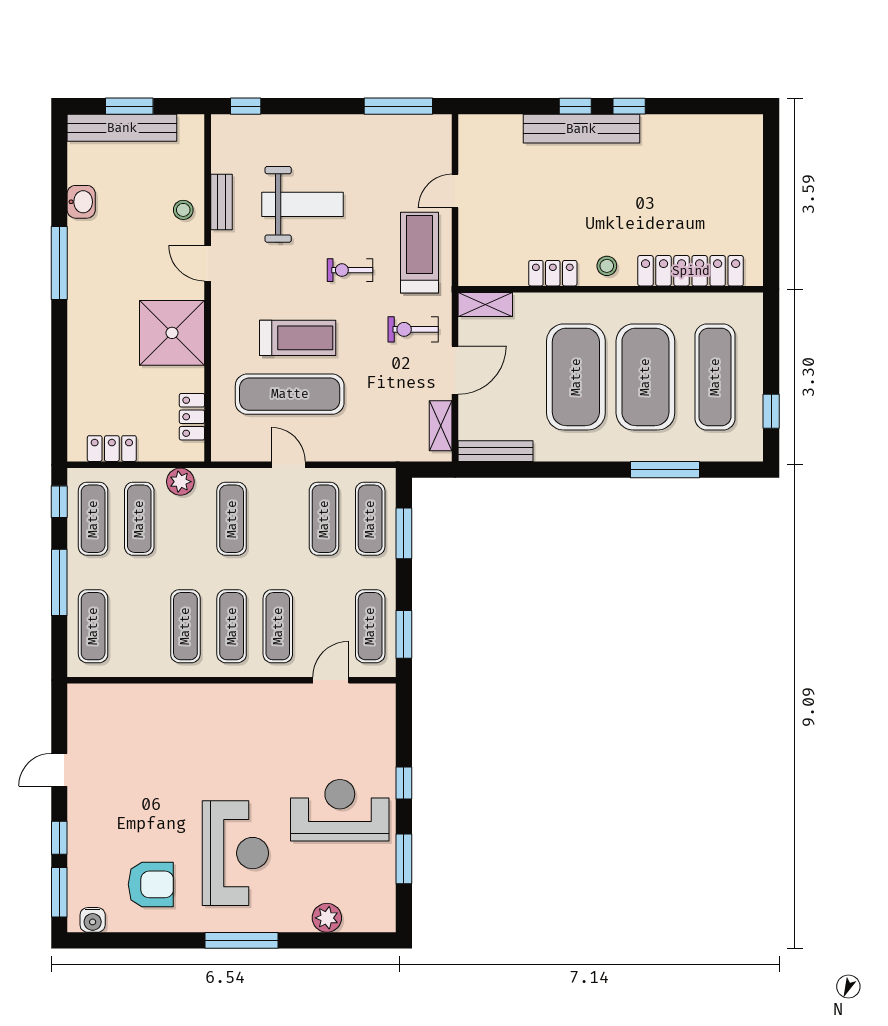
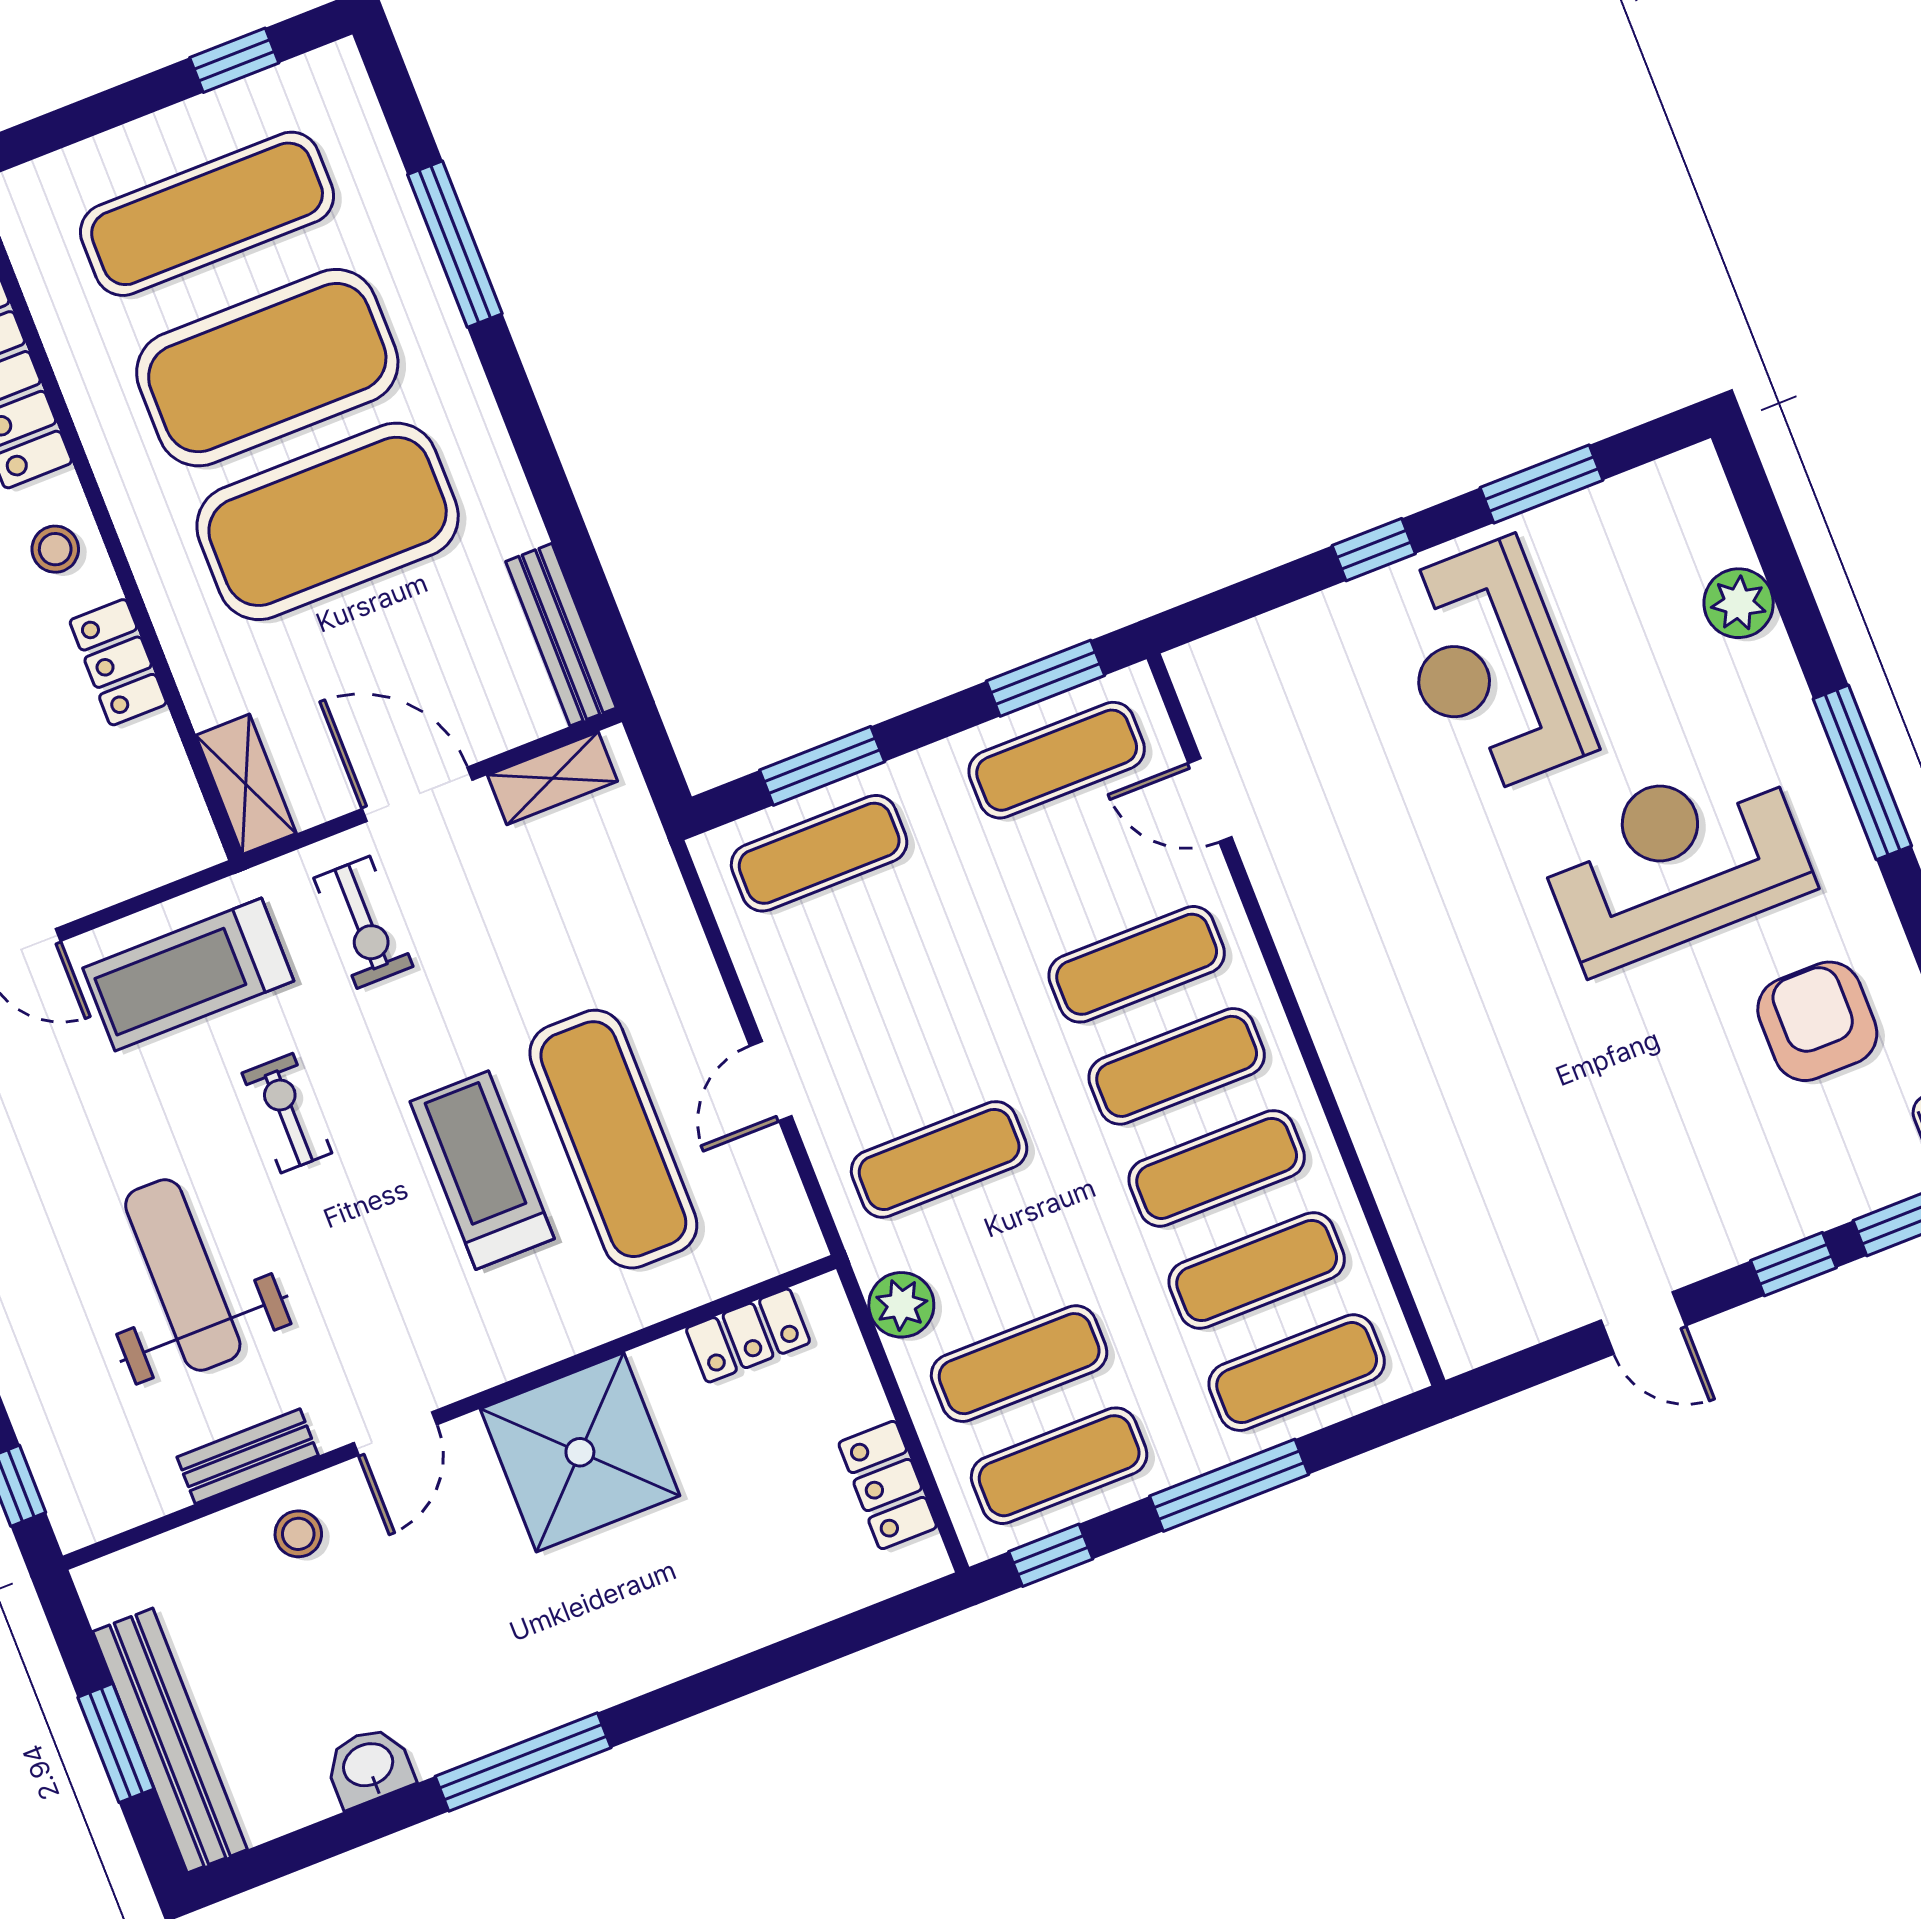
exercise bike: (350, 270) -> (287, 1113), turned 180
exercise mat: (324, 519) -> (1257, 1271), moved

